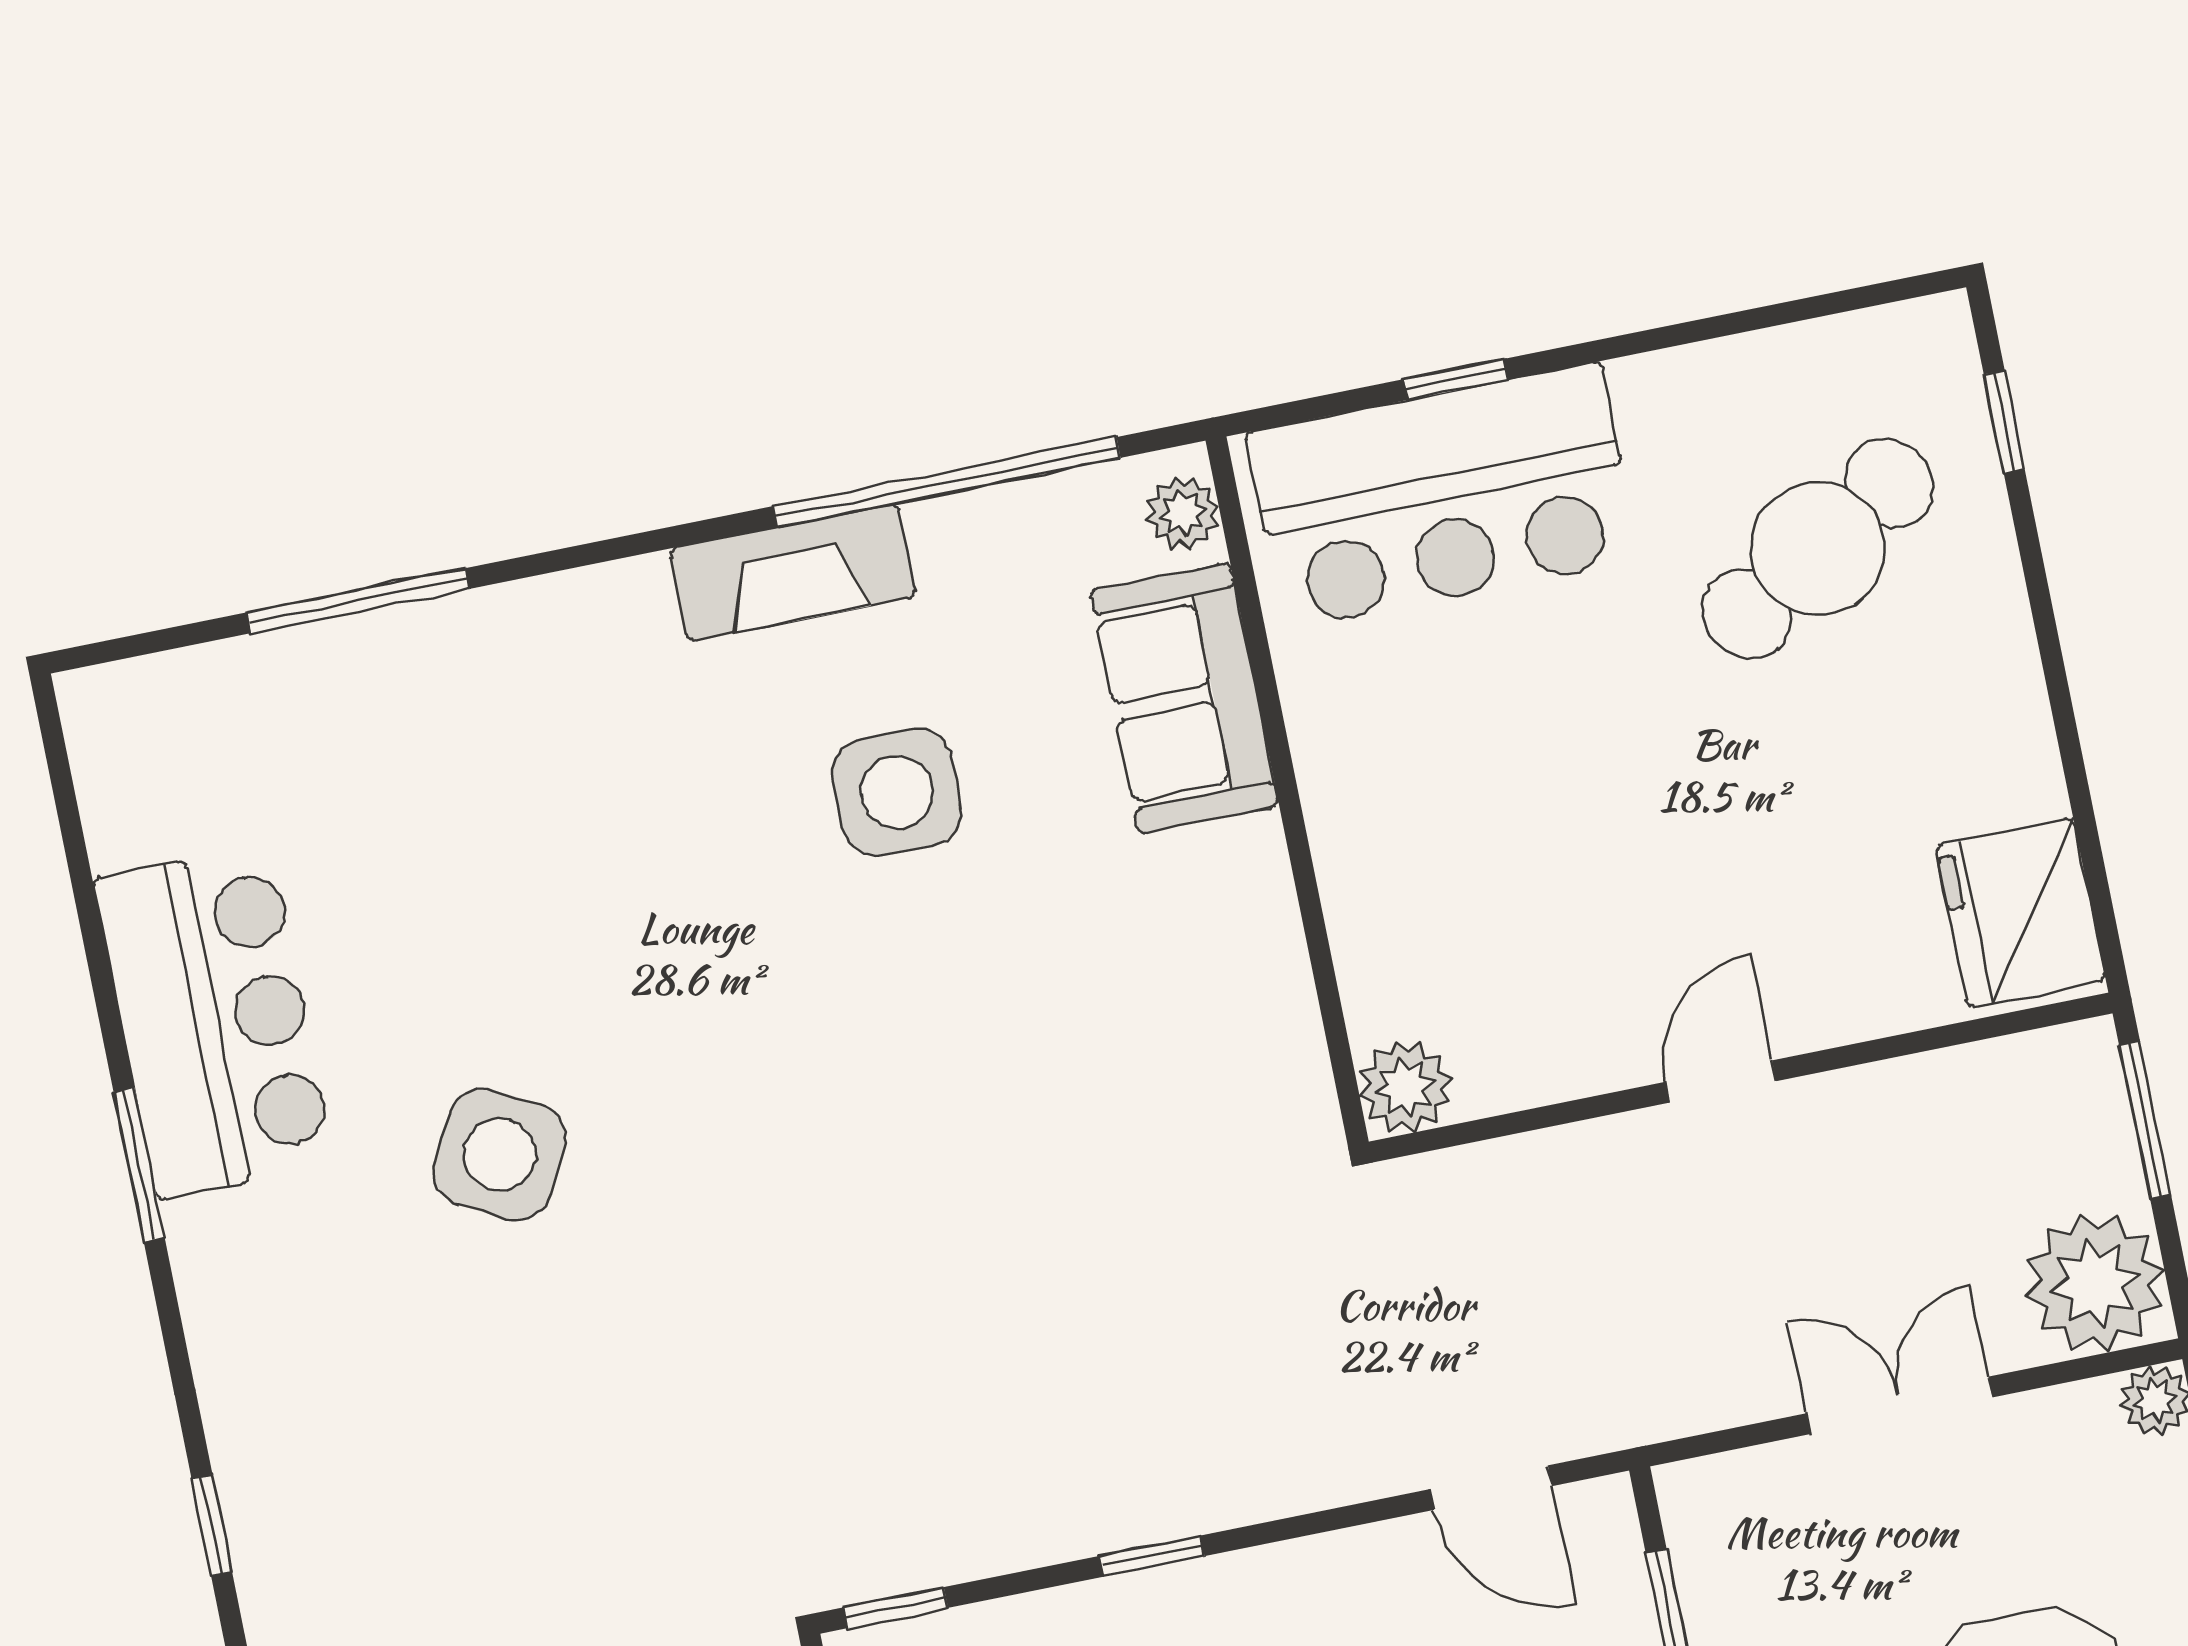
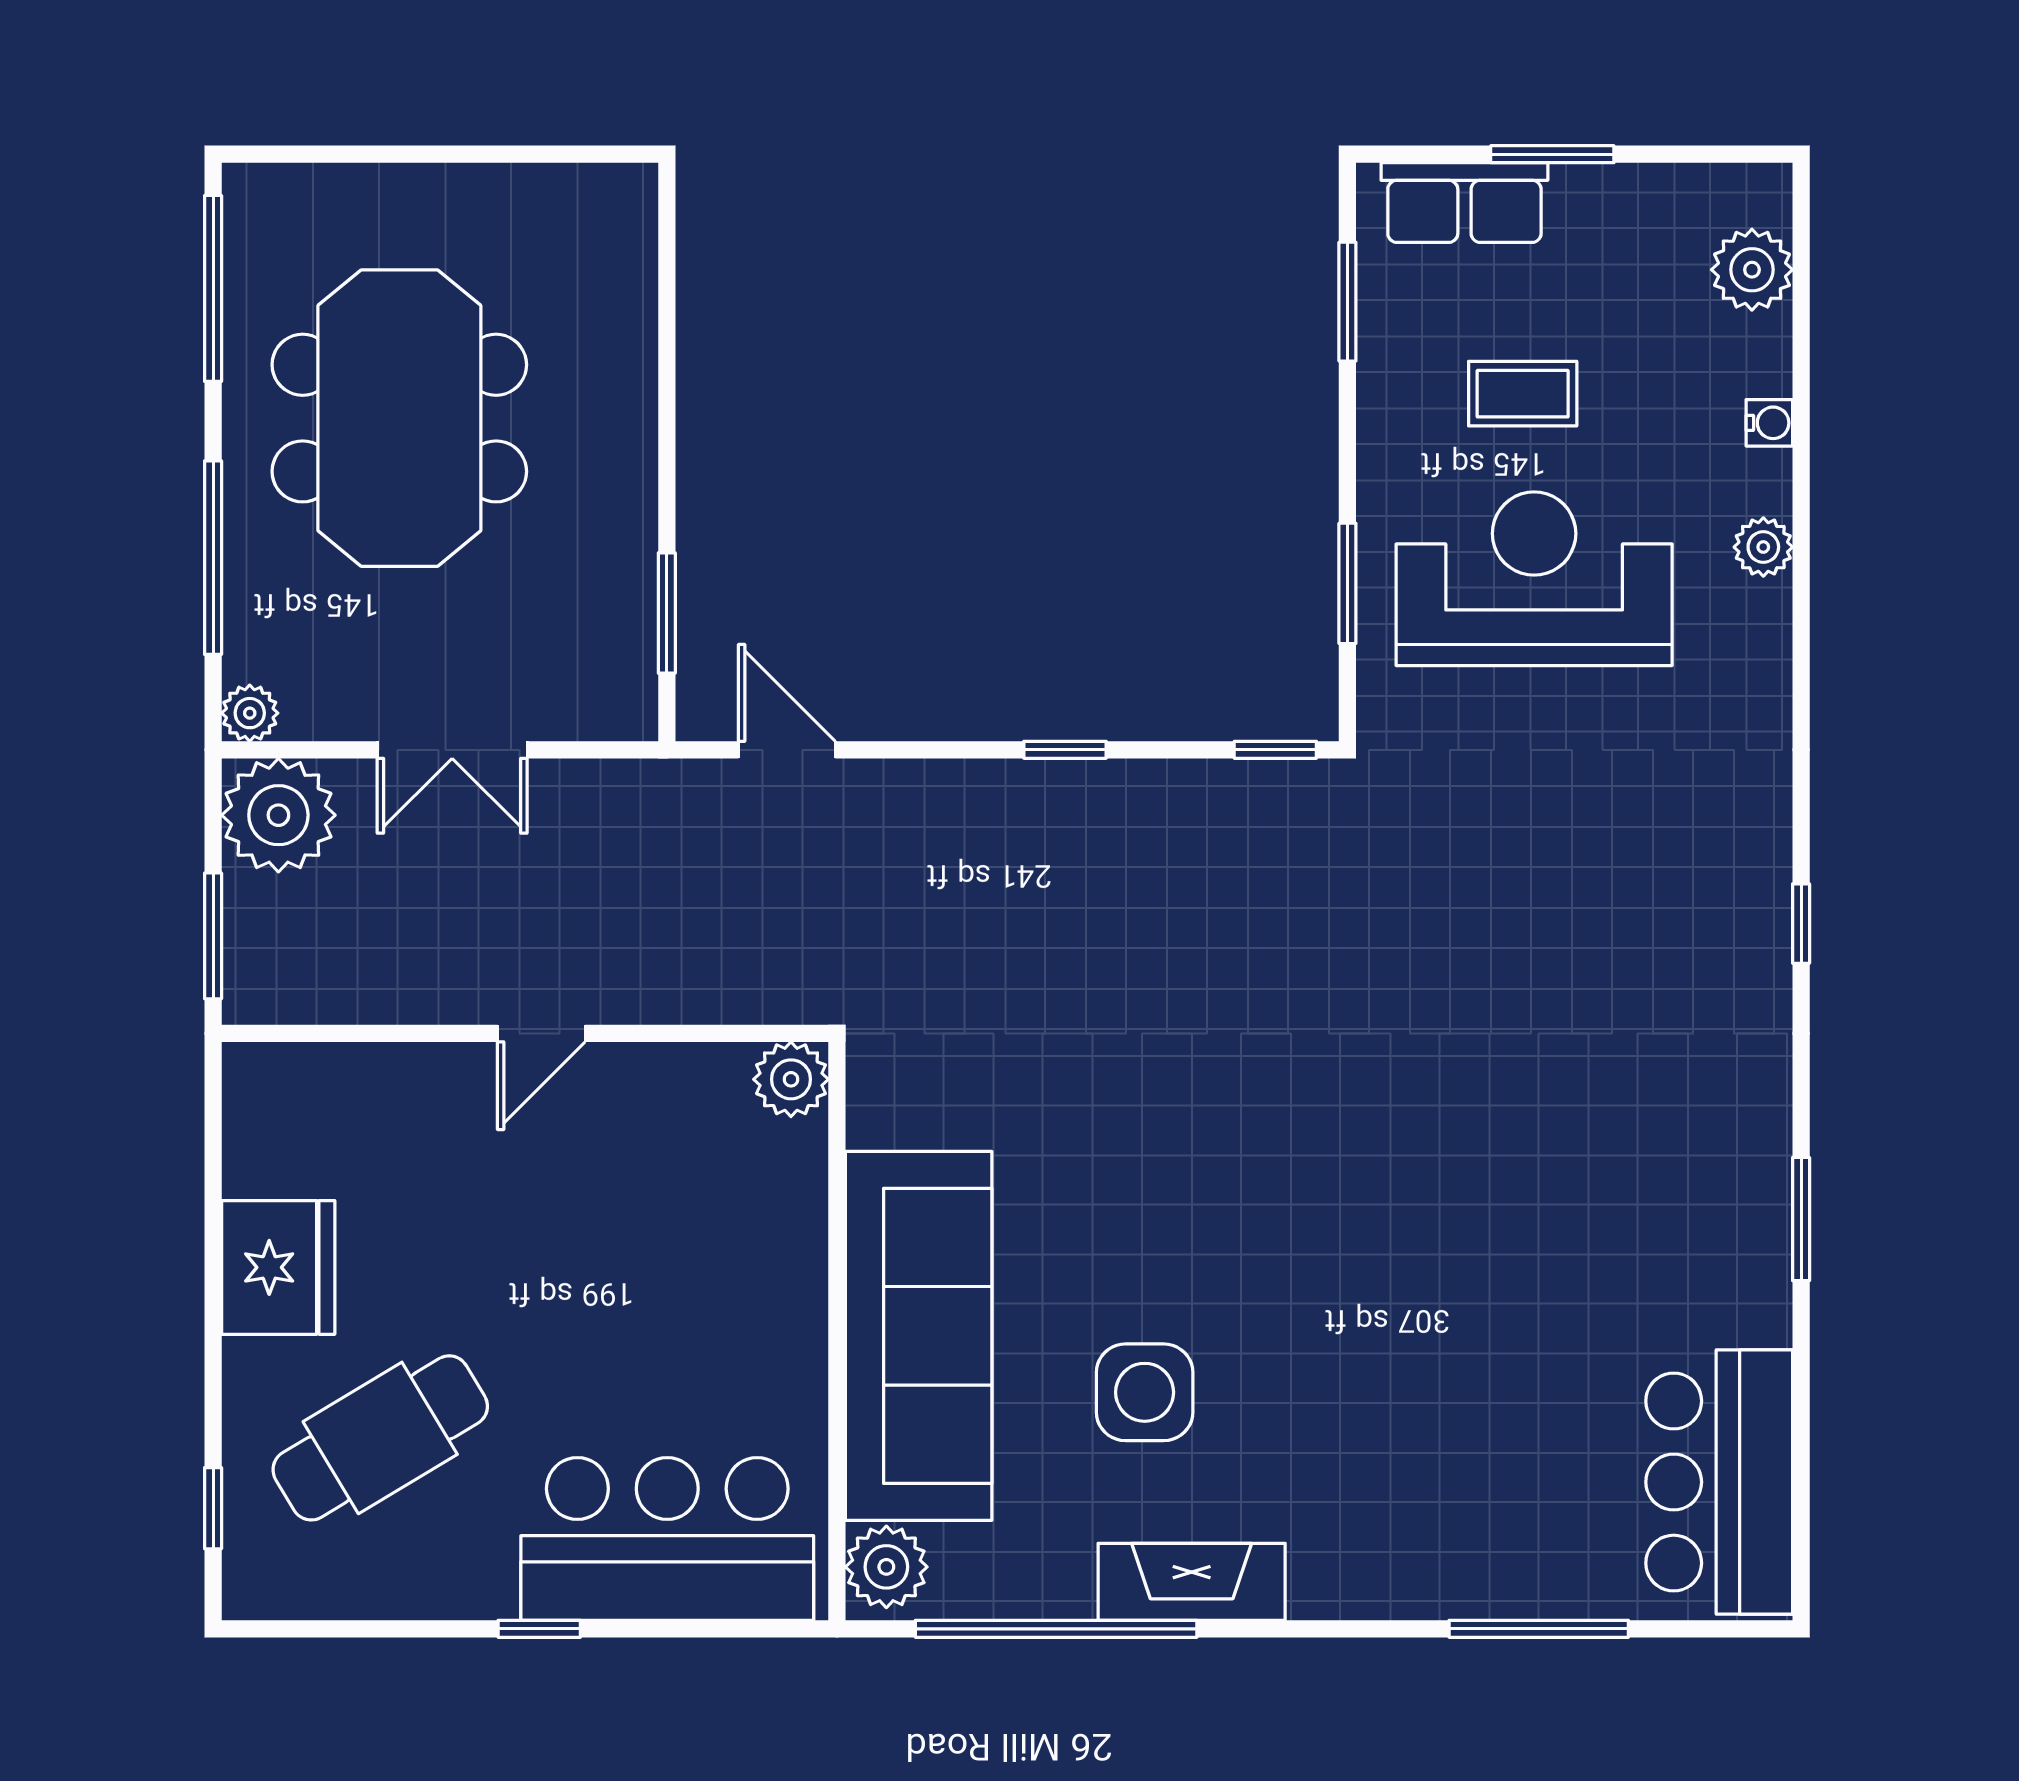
window: (1456, 379) -> (539, 1629), moved
plant: (1183, 513) -> (886, 1567), width x1.38, depth x1.38
sofa: (1184, 698) -> (919, 1336), width x1.85, depth x1.27
fridge: (2021, 913) -> (278, 1267), moved
bar counter: (214, 1022) -> (1719, 1482), moved
side table: (500, 1155) -> (1515, 1170), removed

